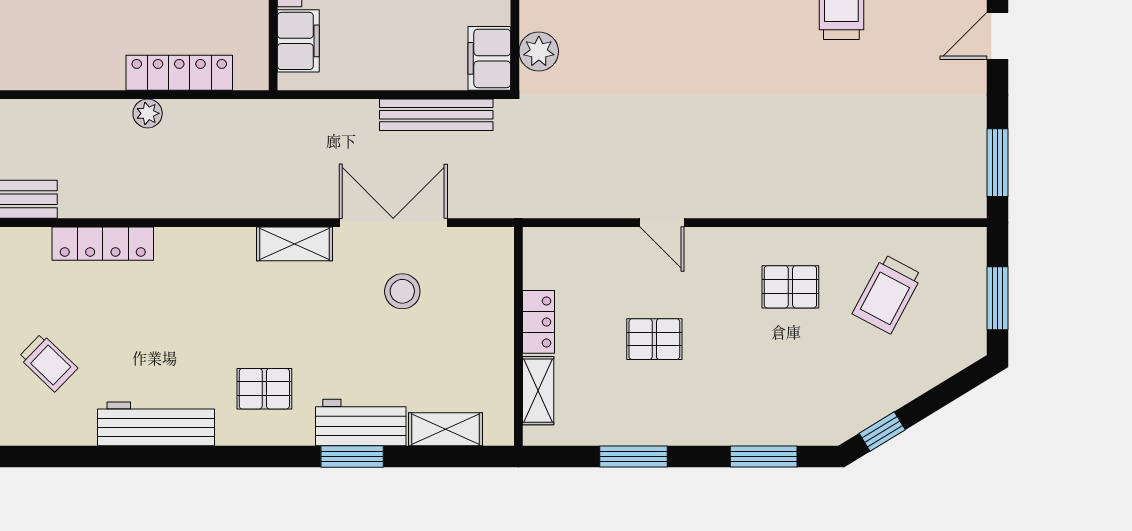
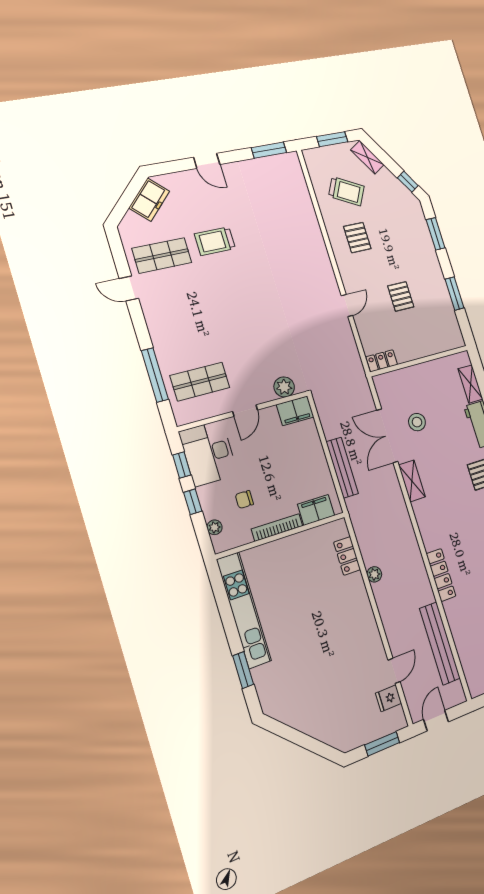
locker: (179, 73) -> (347, 556), width x0.66
bench: (436, 115) -> (342, 468), moved
locker: (539, 322) -> (382, 361), moved
shelving: (538, 391) -> (367, 157), moved, turned 59

